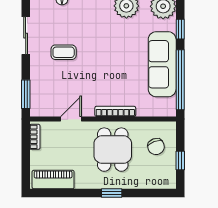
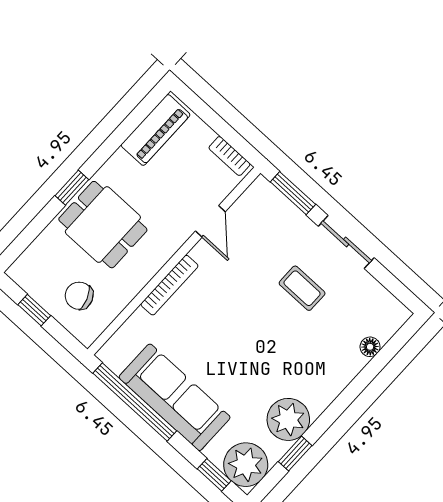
window: (180, 29) -> (214, 475), moved
sliding door: (26, 36) -> (346, 242), moved
coffee table: (64, 52) -> (302, 288), turned 90
dining table: (113, 150) -> (103, 225), moved

